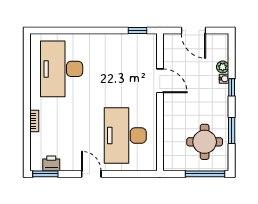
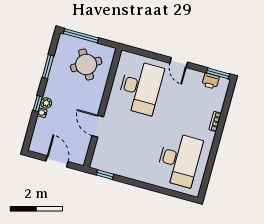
plant: (223, 67) -> (46, 103), moved
round table: (205, 142) -> (86, 64), moved, turned -31

